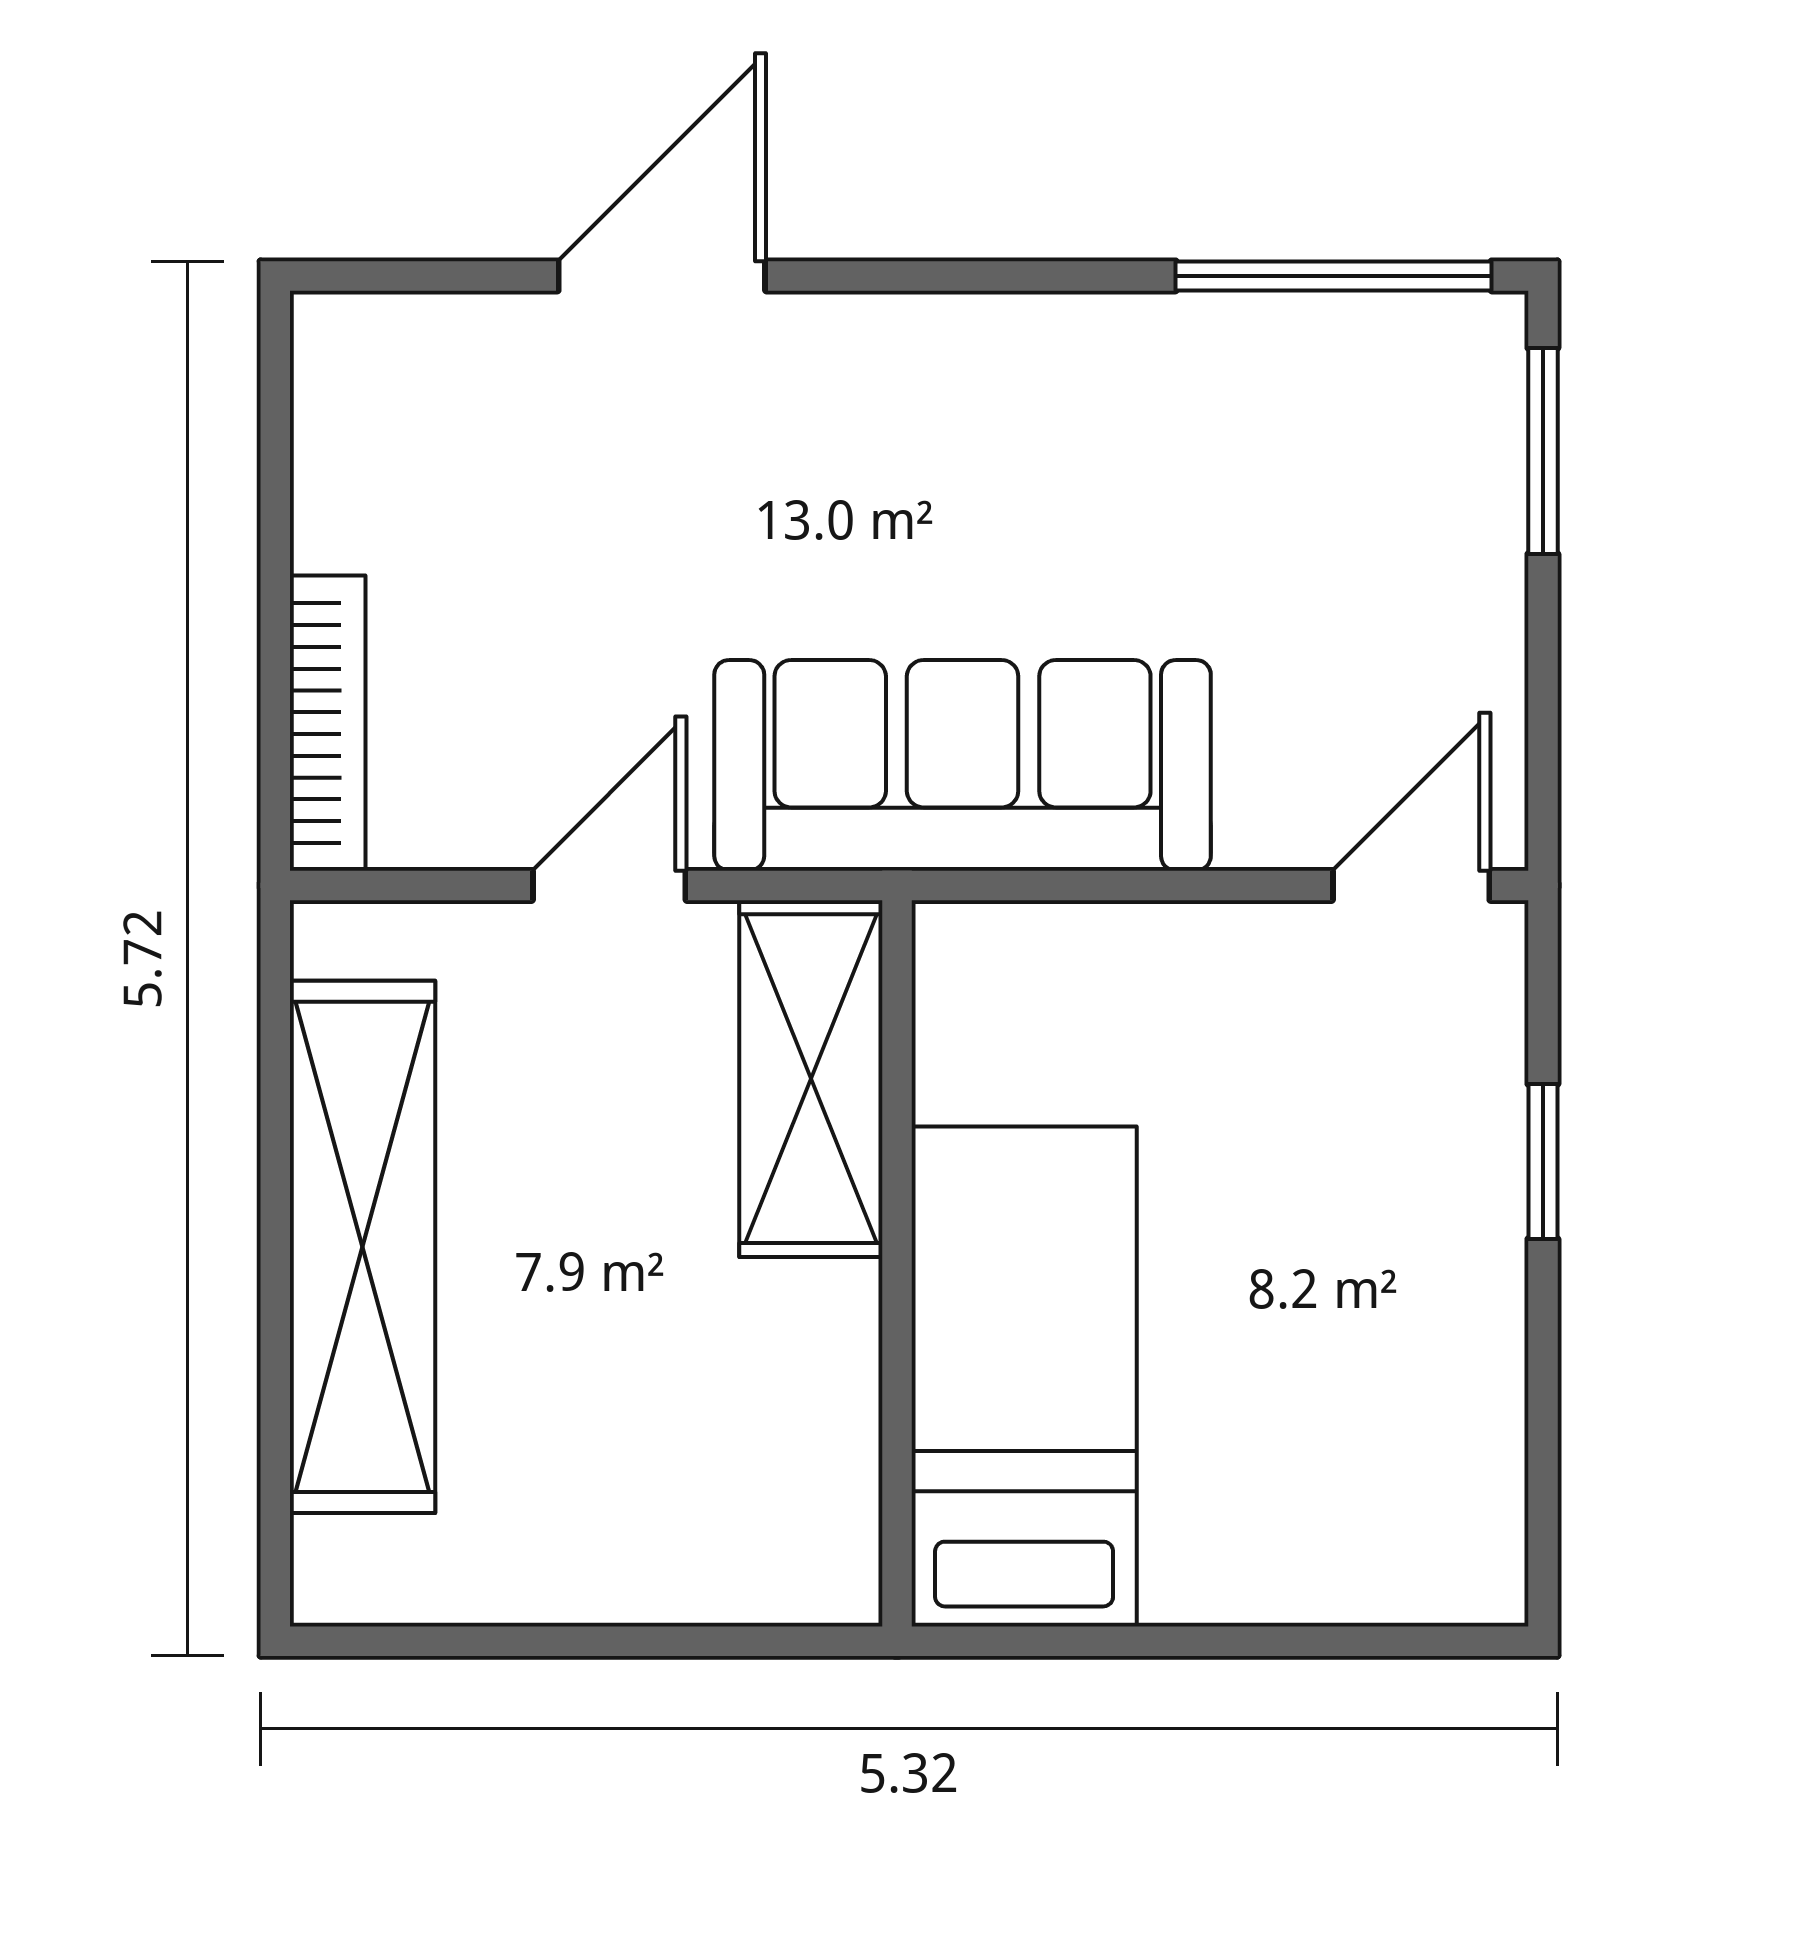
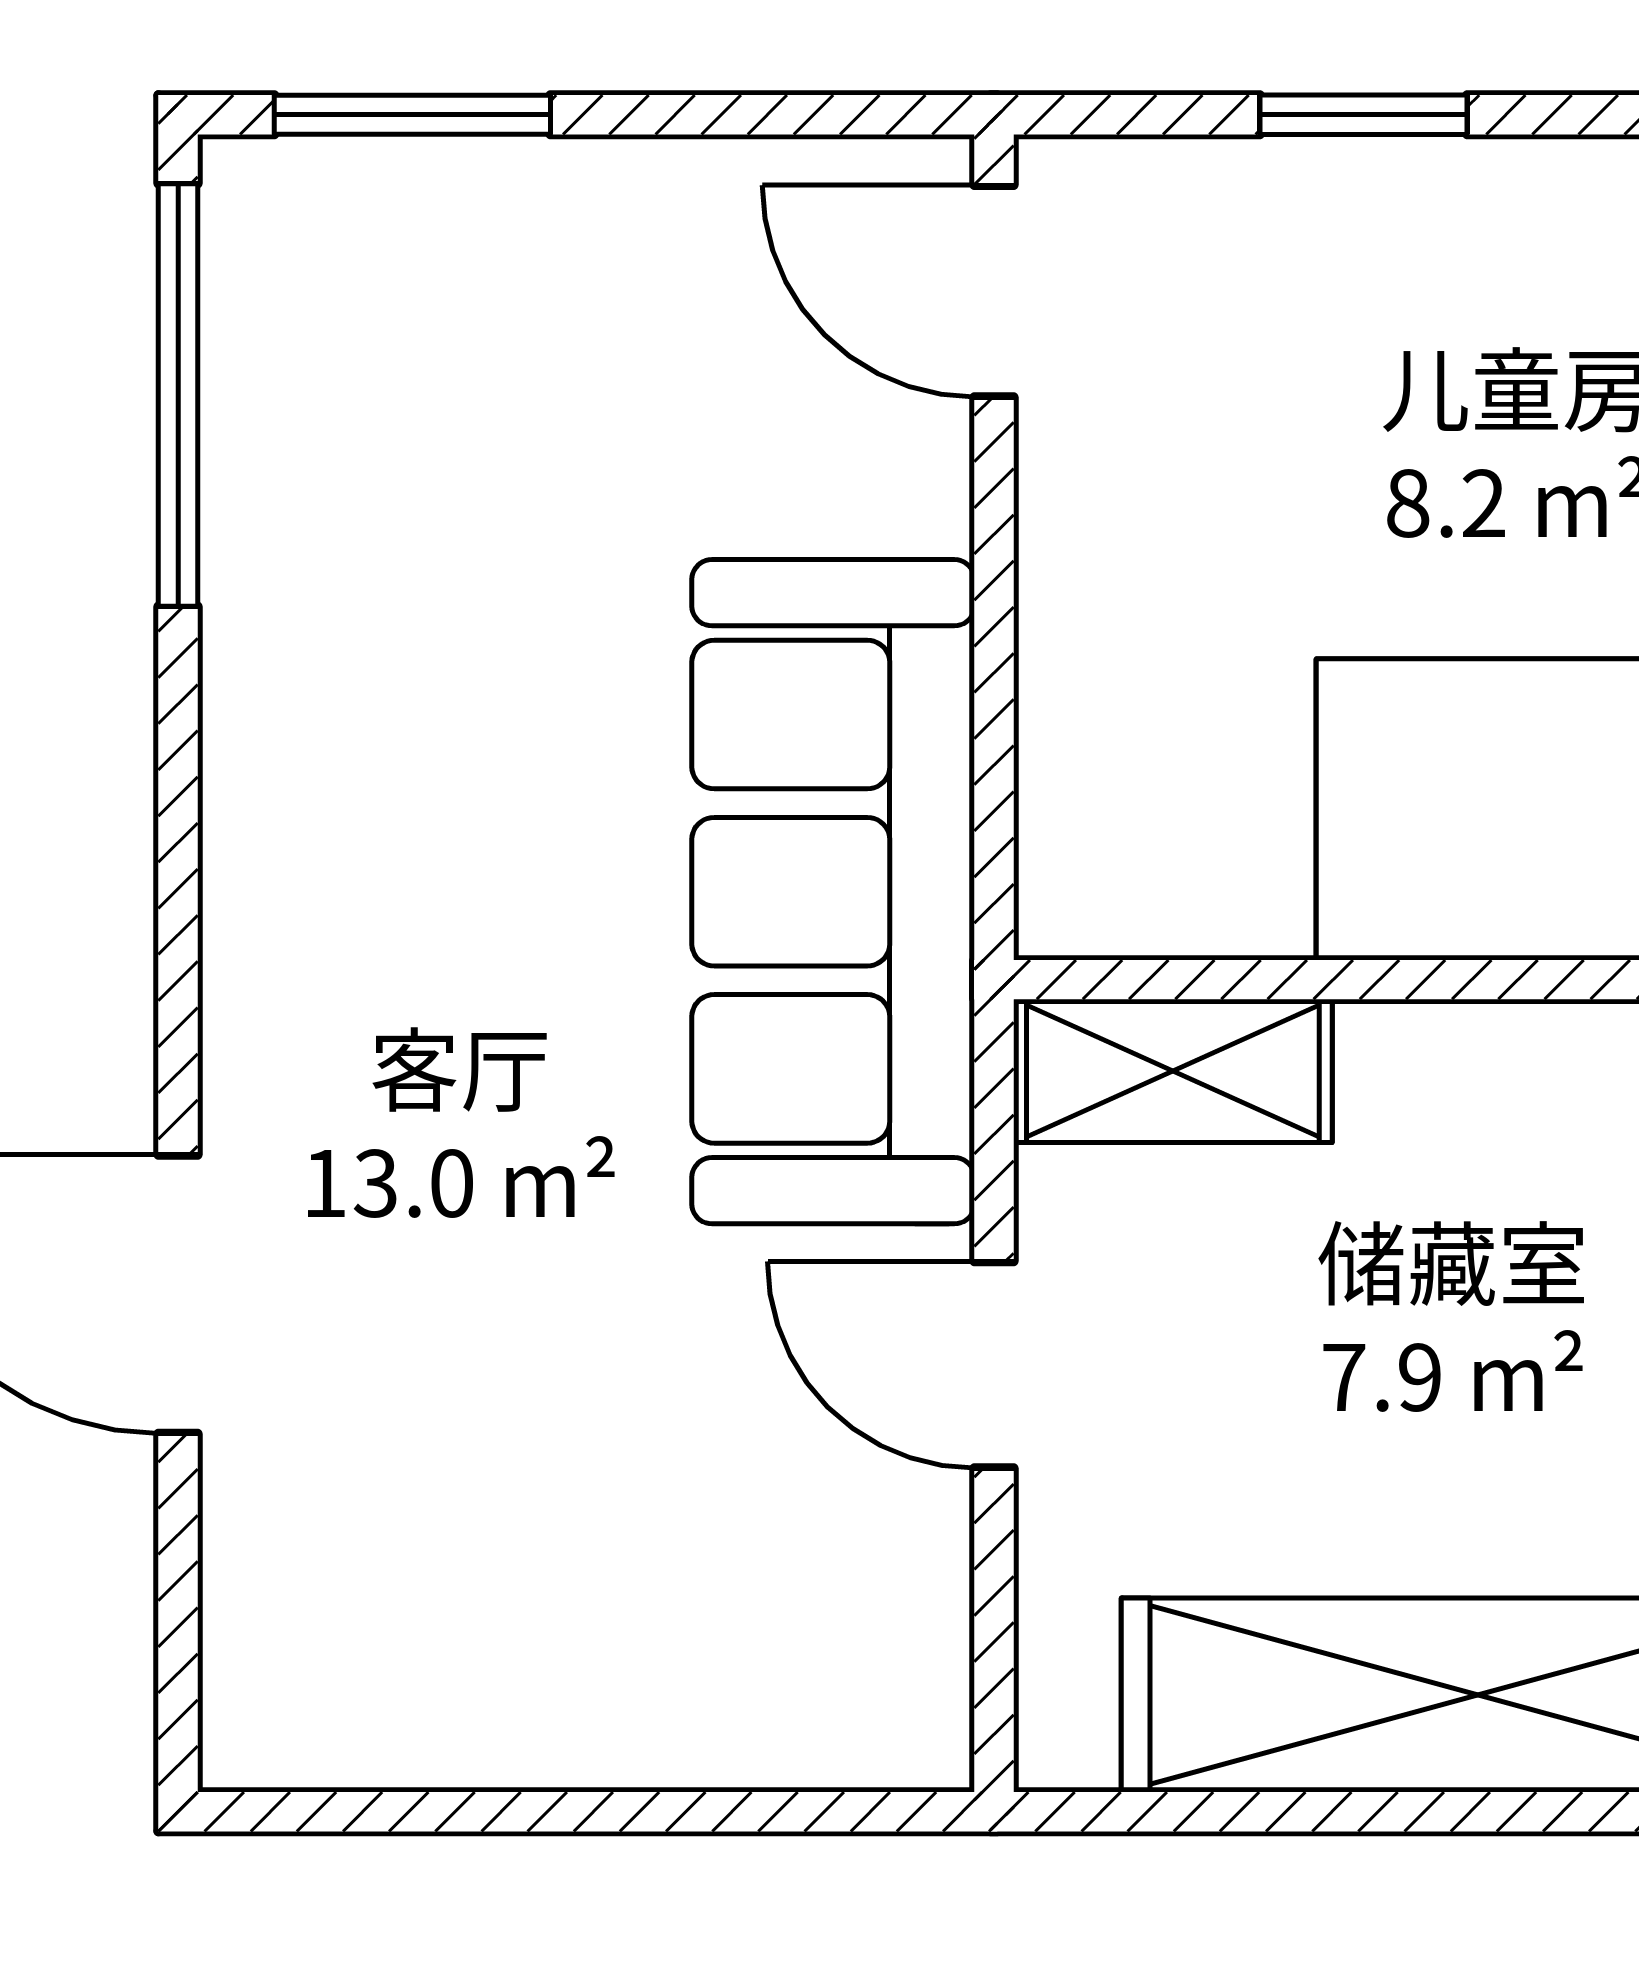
bookcase: (328, 723) -> (777, 1742), removed
shelving: (811, 1079) -> (1173, 1071), width x0.67, depth x0.75

